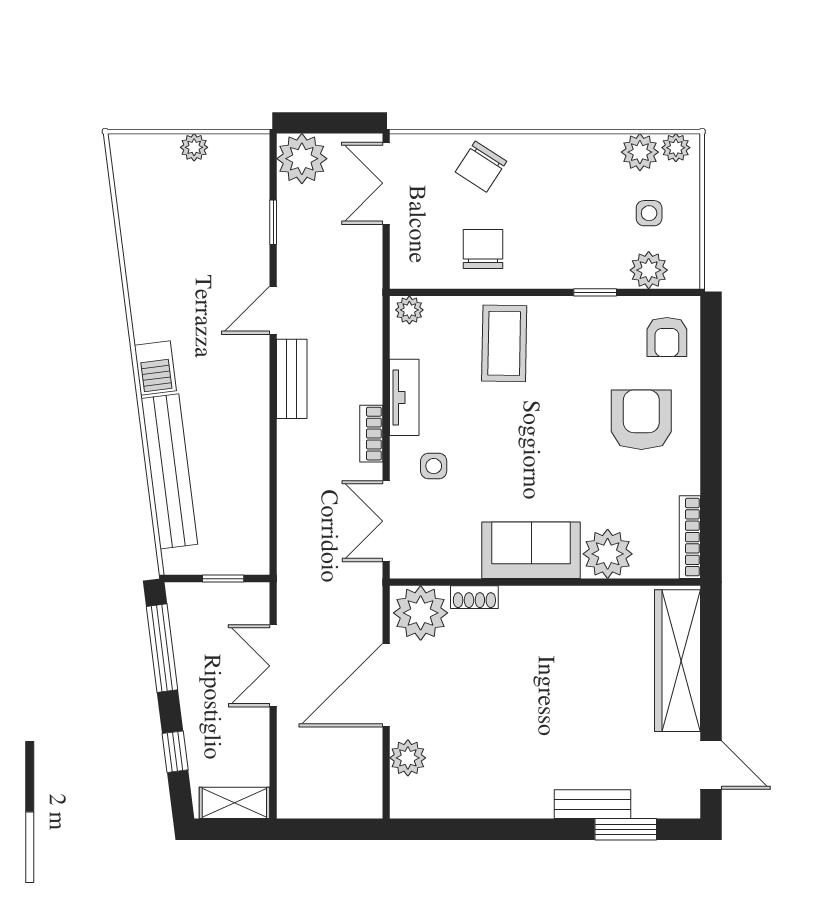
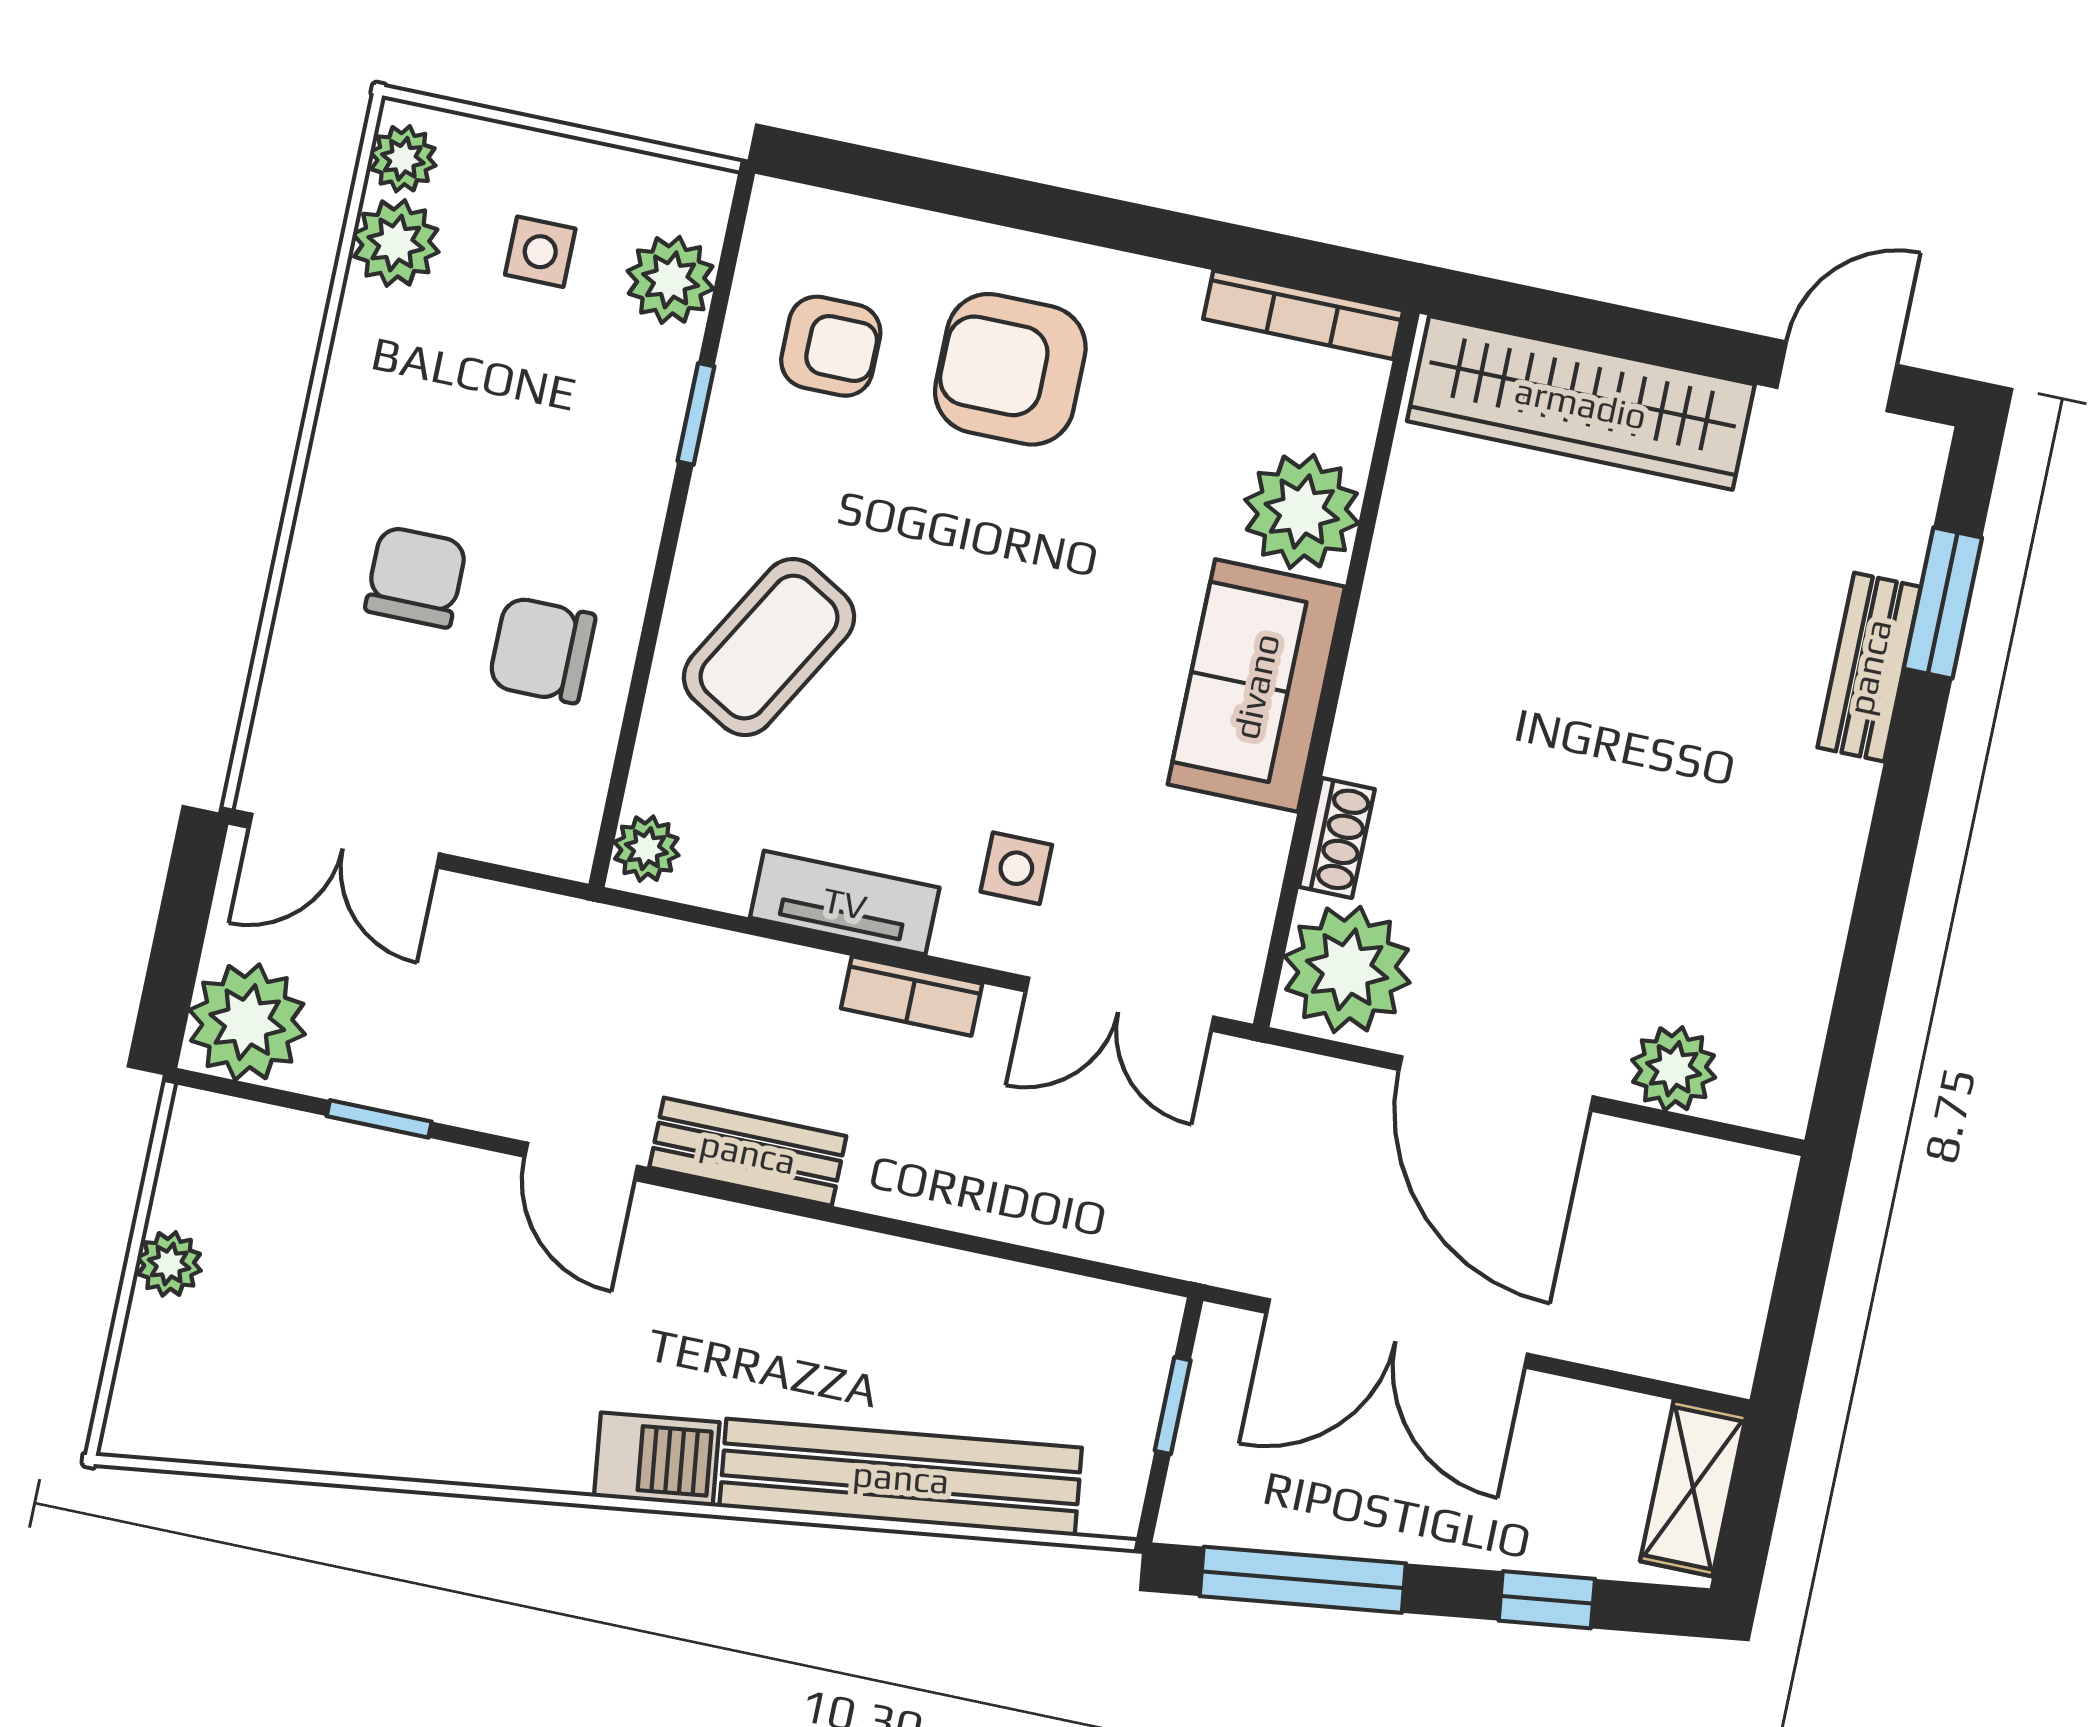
chair: (481, 167) -> (416, 577), moved, turned -123
armchair: (667, 337) -> (831, 346), moved
coffee table: (504, 343) -> (769, 647), turned -61
double door: (273, 666) -> (1397, 1333), width x1.37

